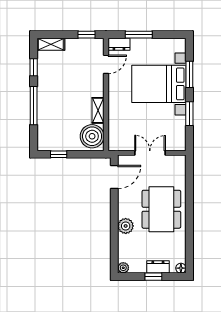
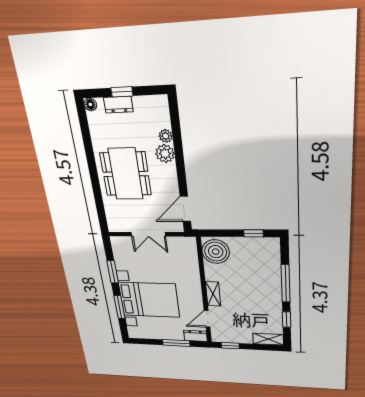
shelving: (98, 110) -> (213, 294), moved
plant: (123, 268) -> (166, 136), moved

